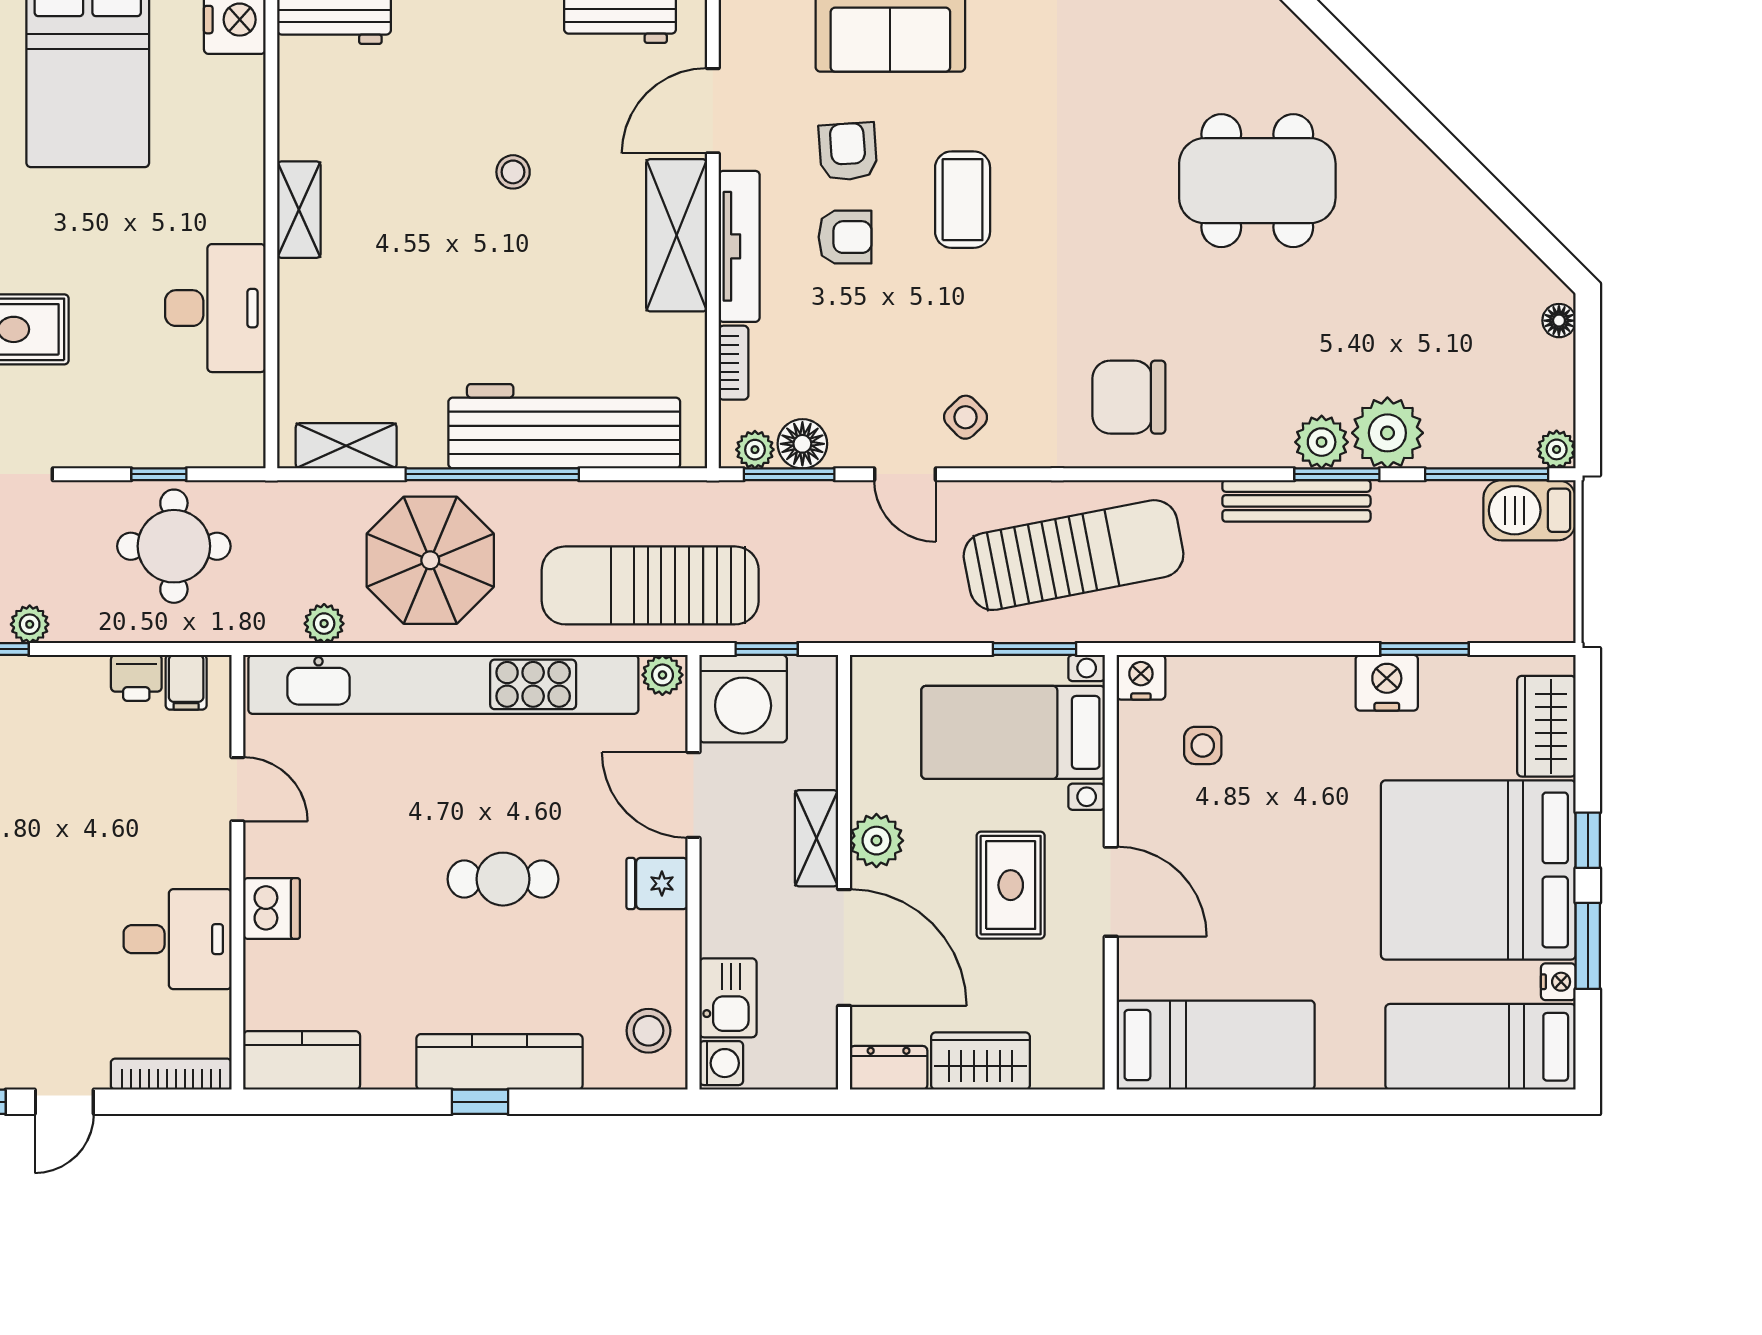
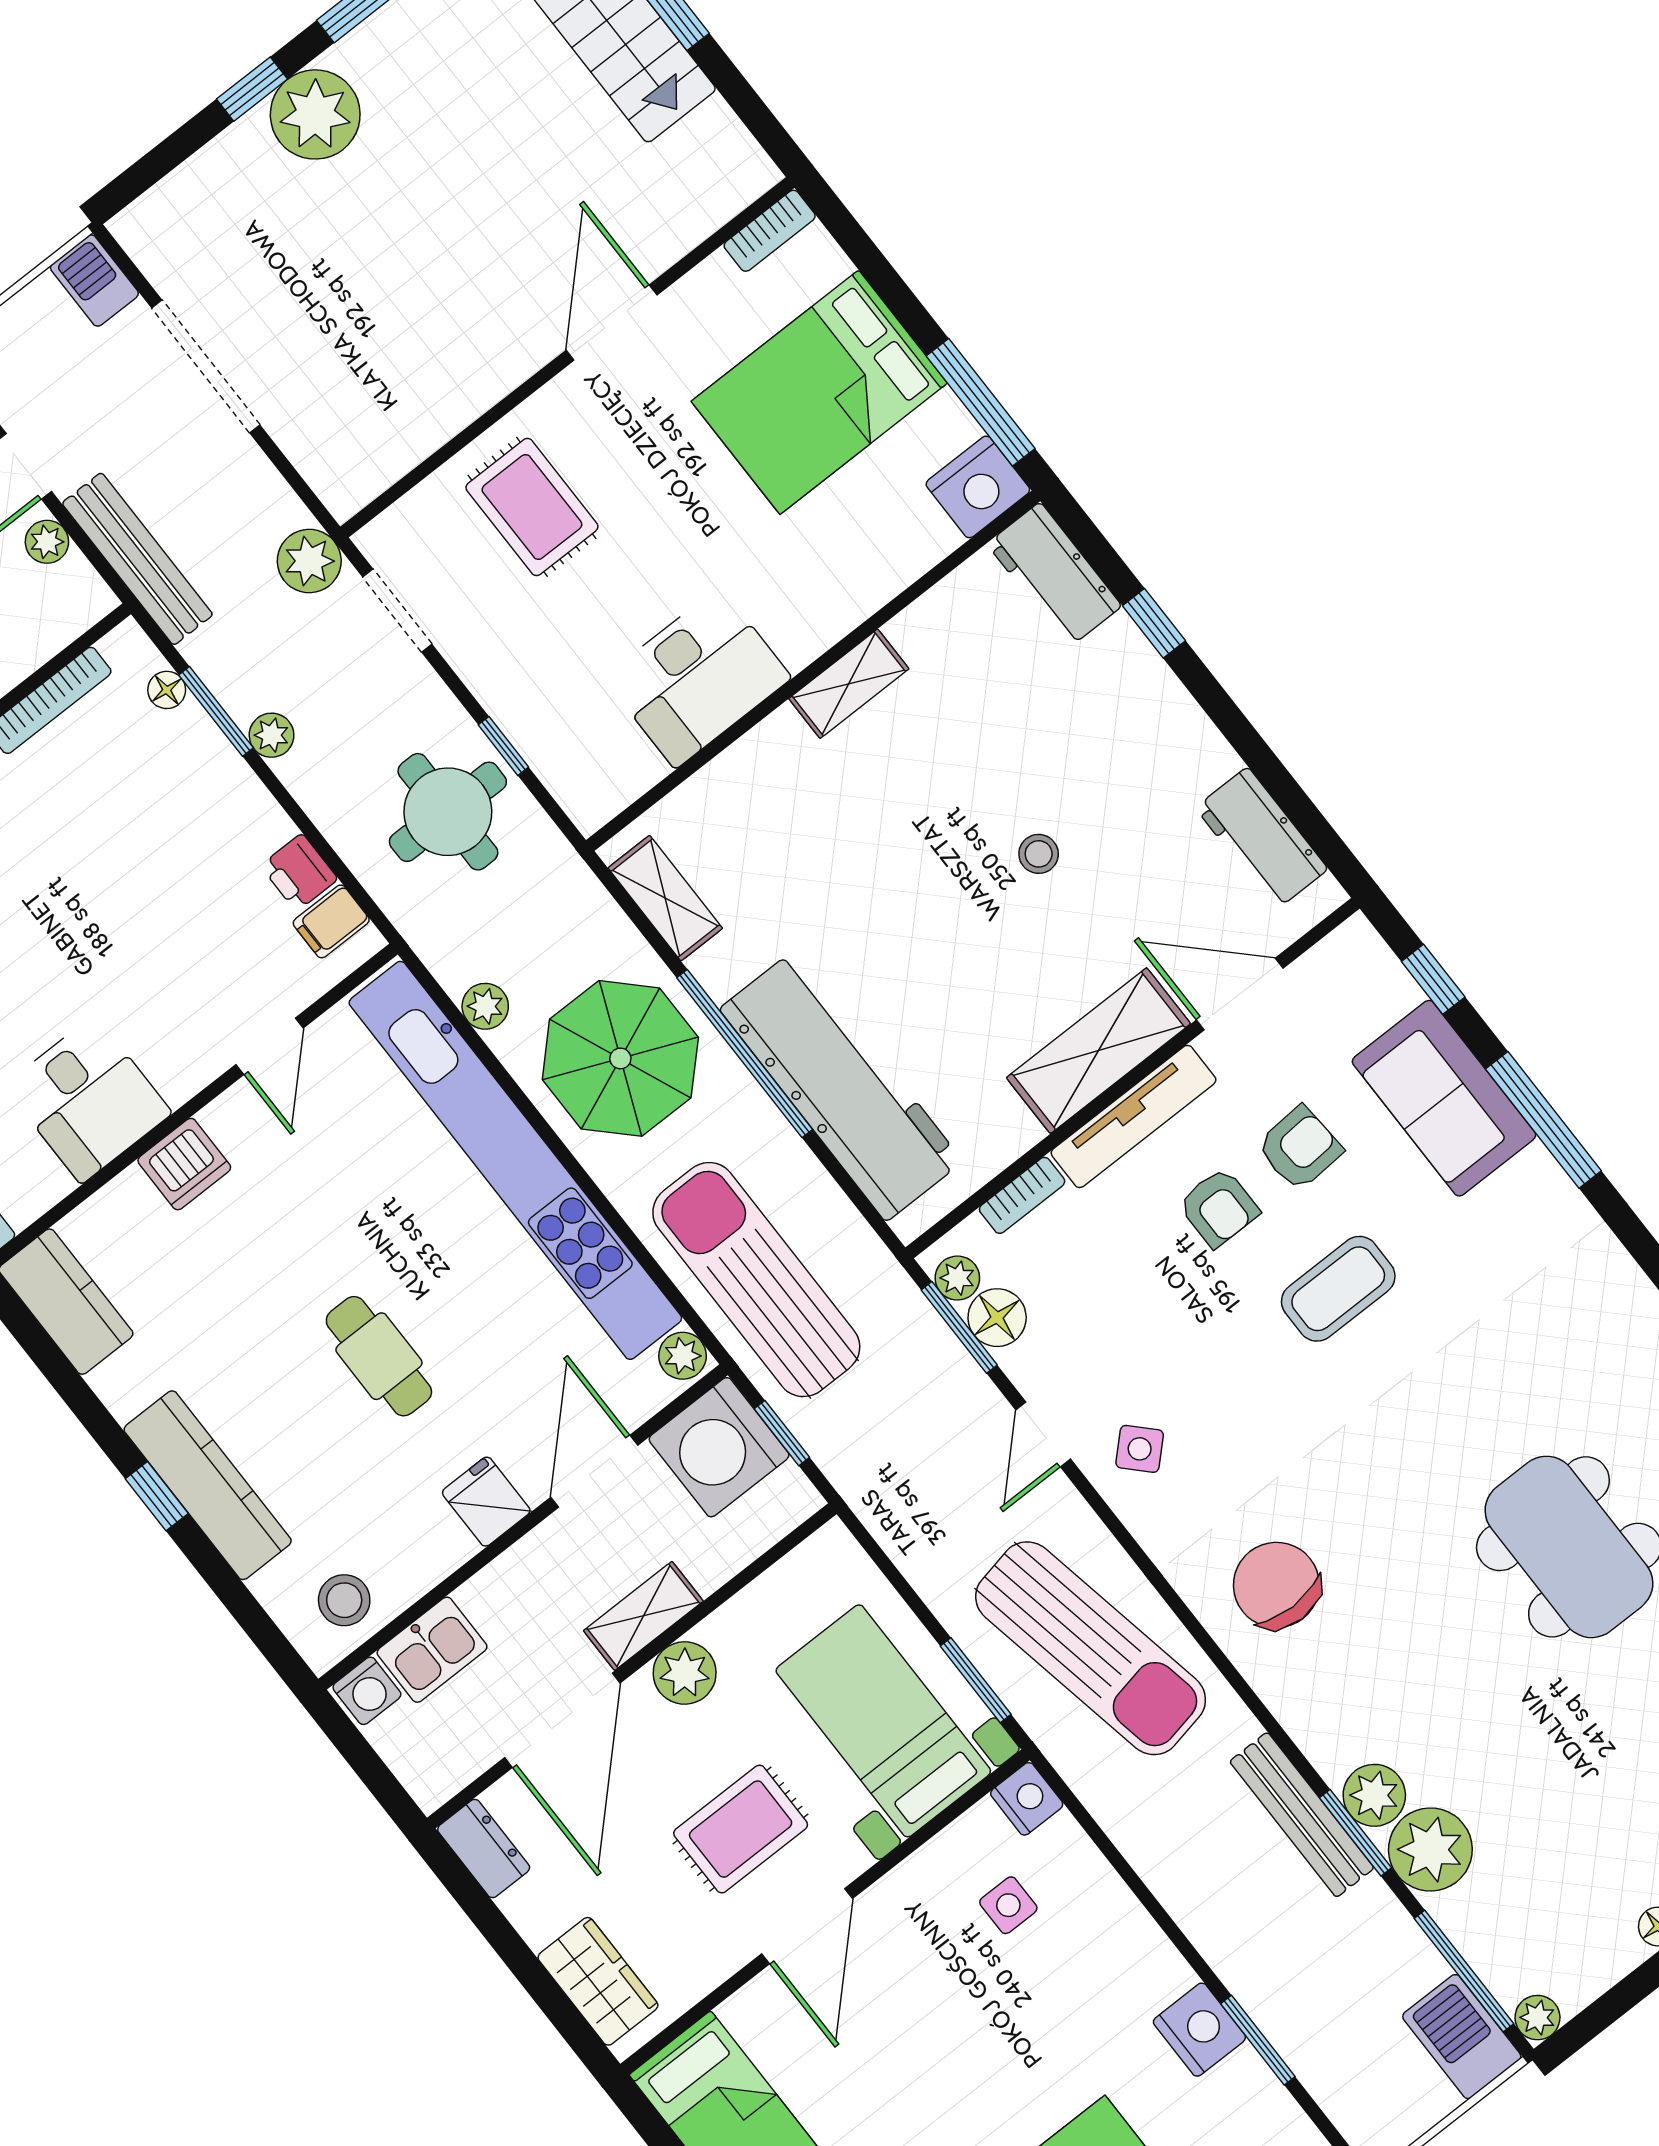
wardrobe: (981, 1061) -> (598, 1981), moved

